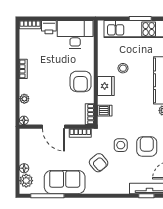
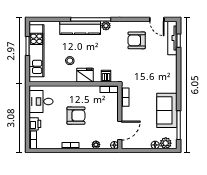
desk: (75, 34) -> (41, 101), width x0.73
armchair: (81, 81) -> (76, 116), moved
door: (53, 127) -> (120, 131), moved
side table: (121, 145) -> (135, 63), removed
armchair: (99, 163) -> (150, 81), removed

